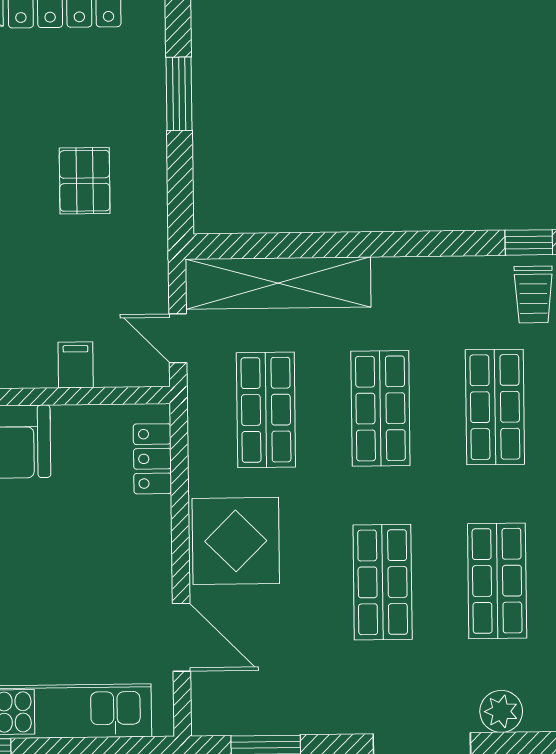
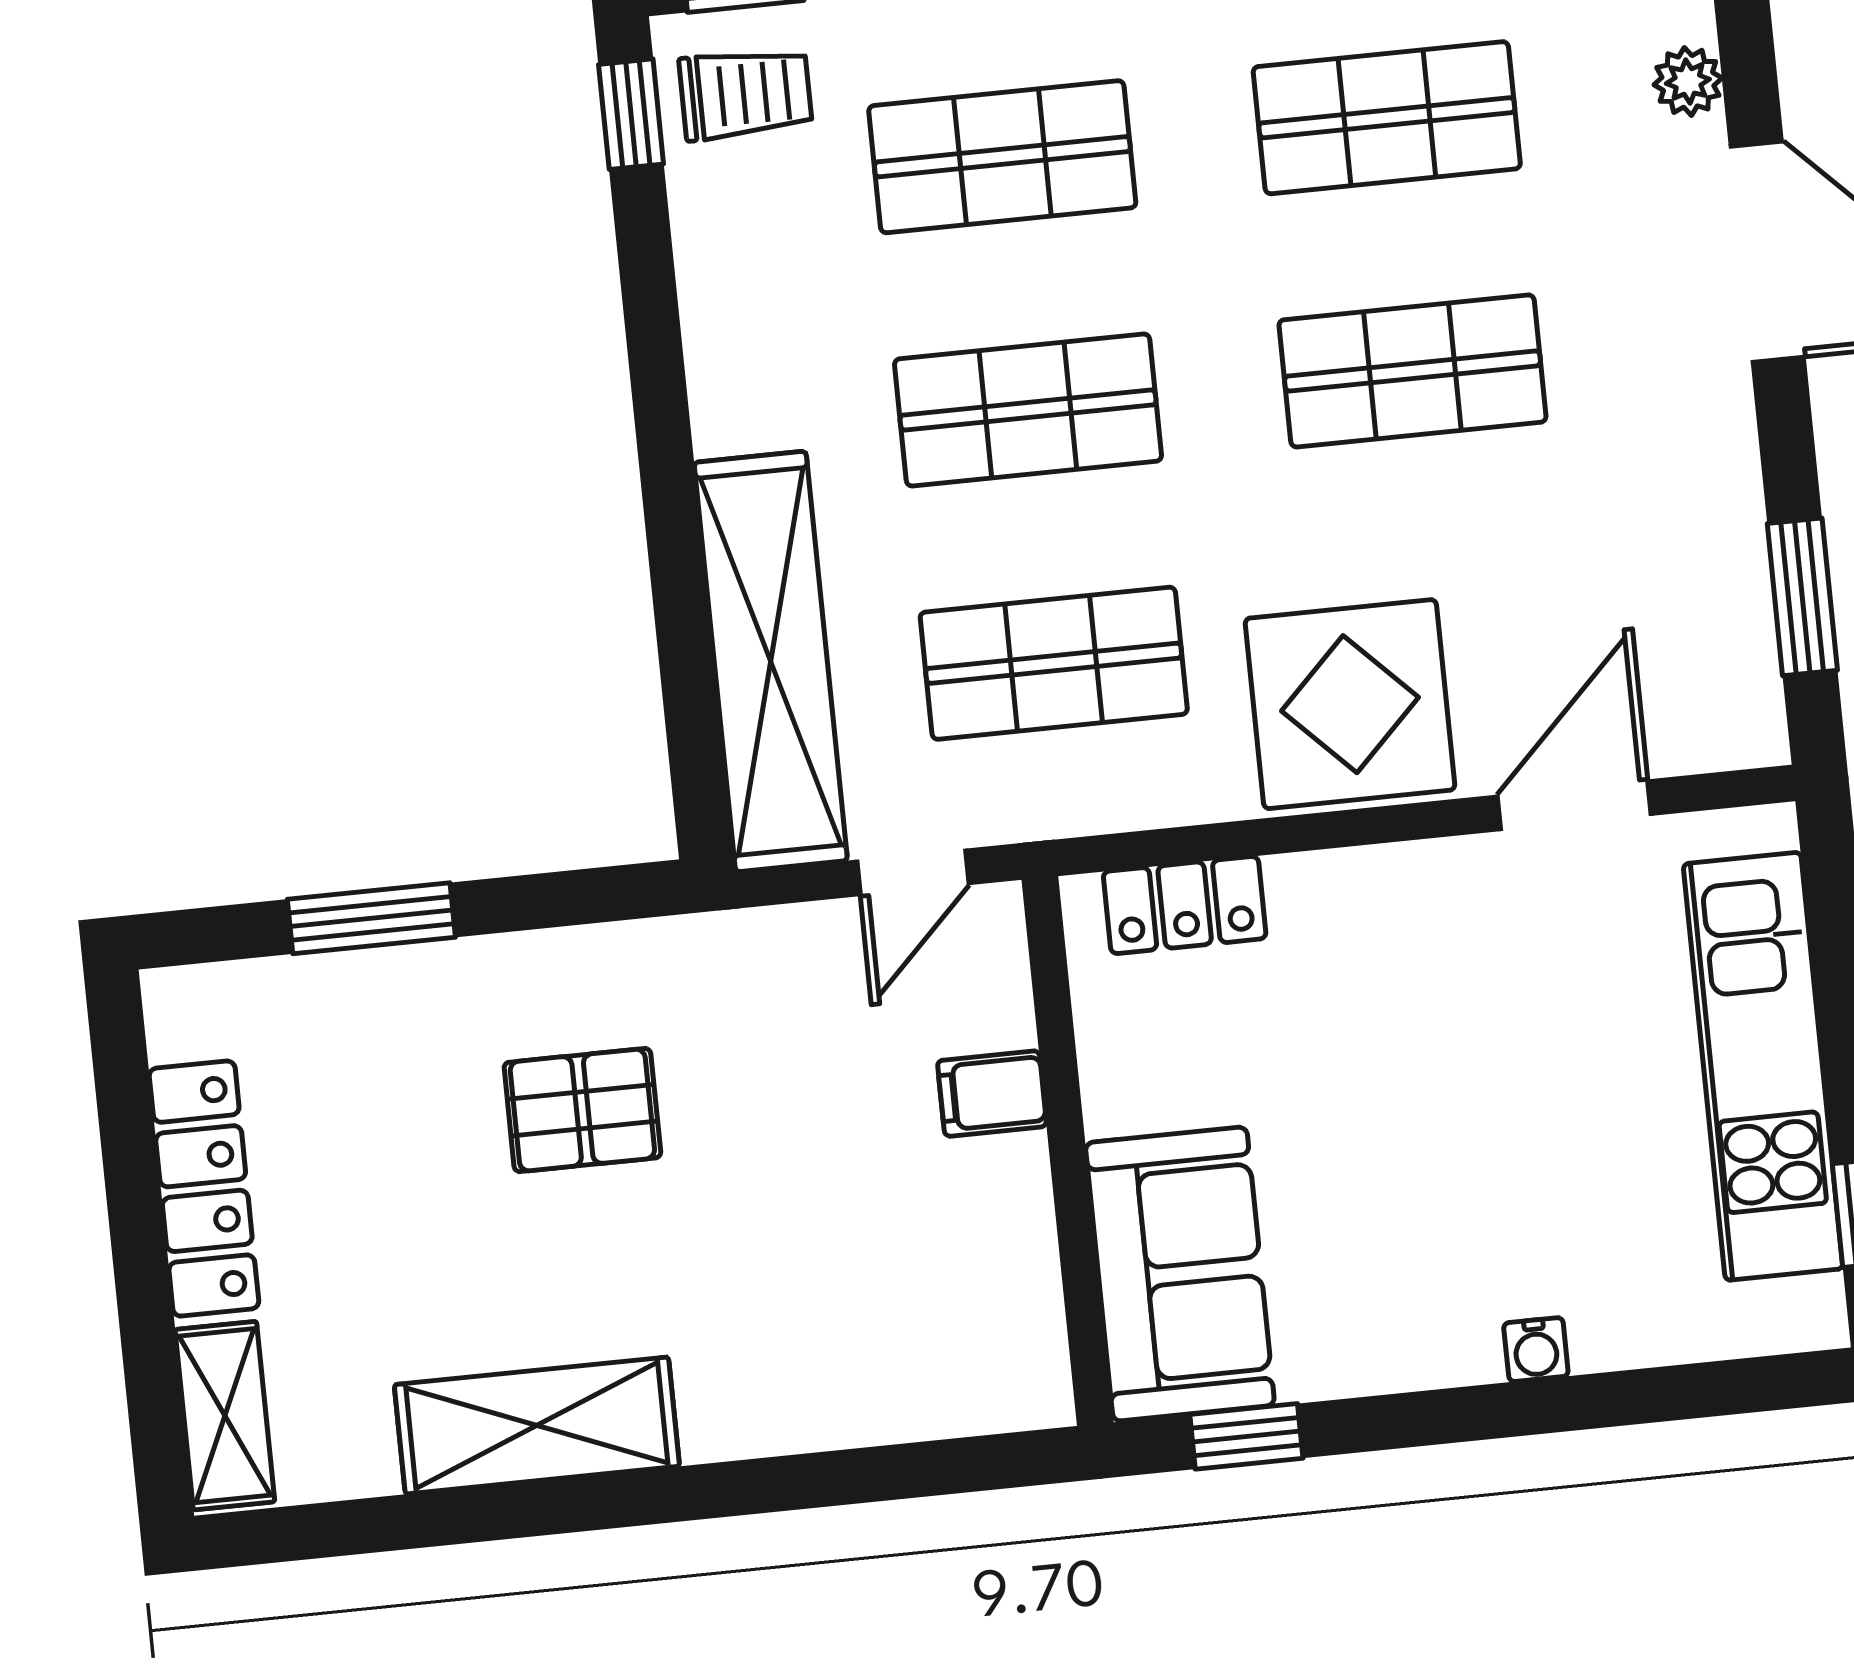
plant: (501, 711) -> (1688, 81), width x0.73, depth x0.73

